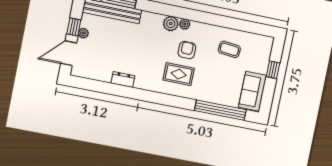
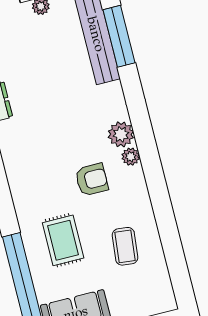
rug: (179, 74) -> (63, 240), moved

